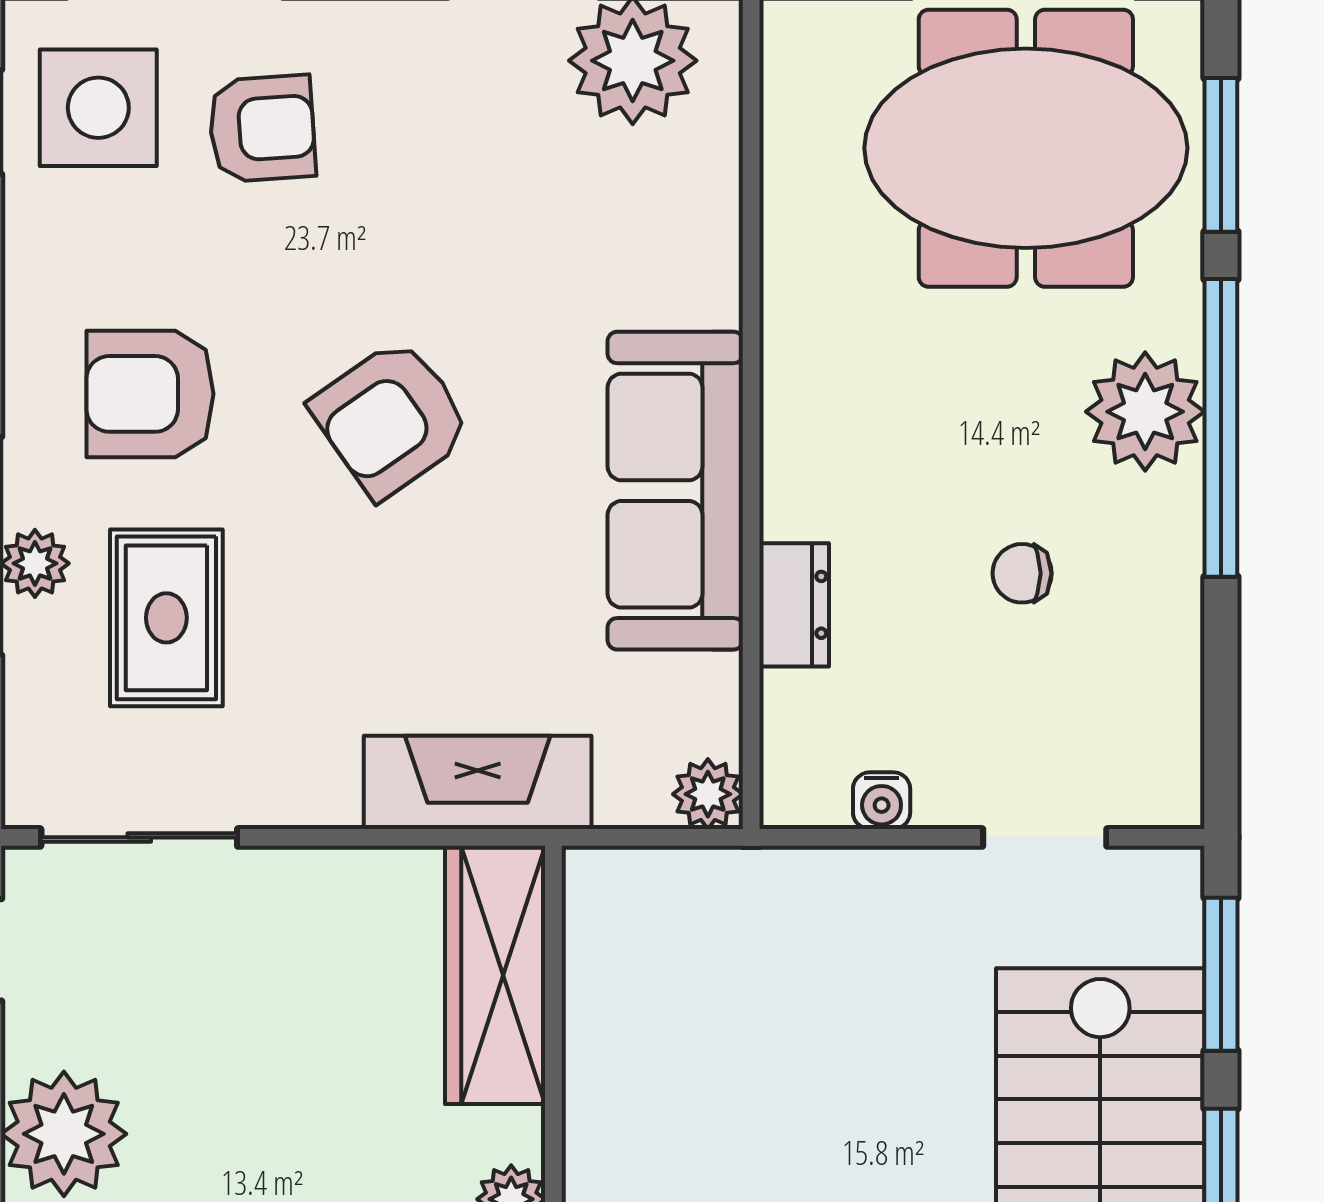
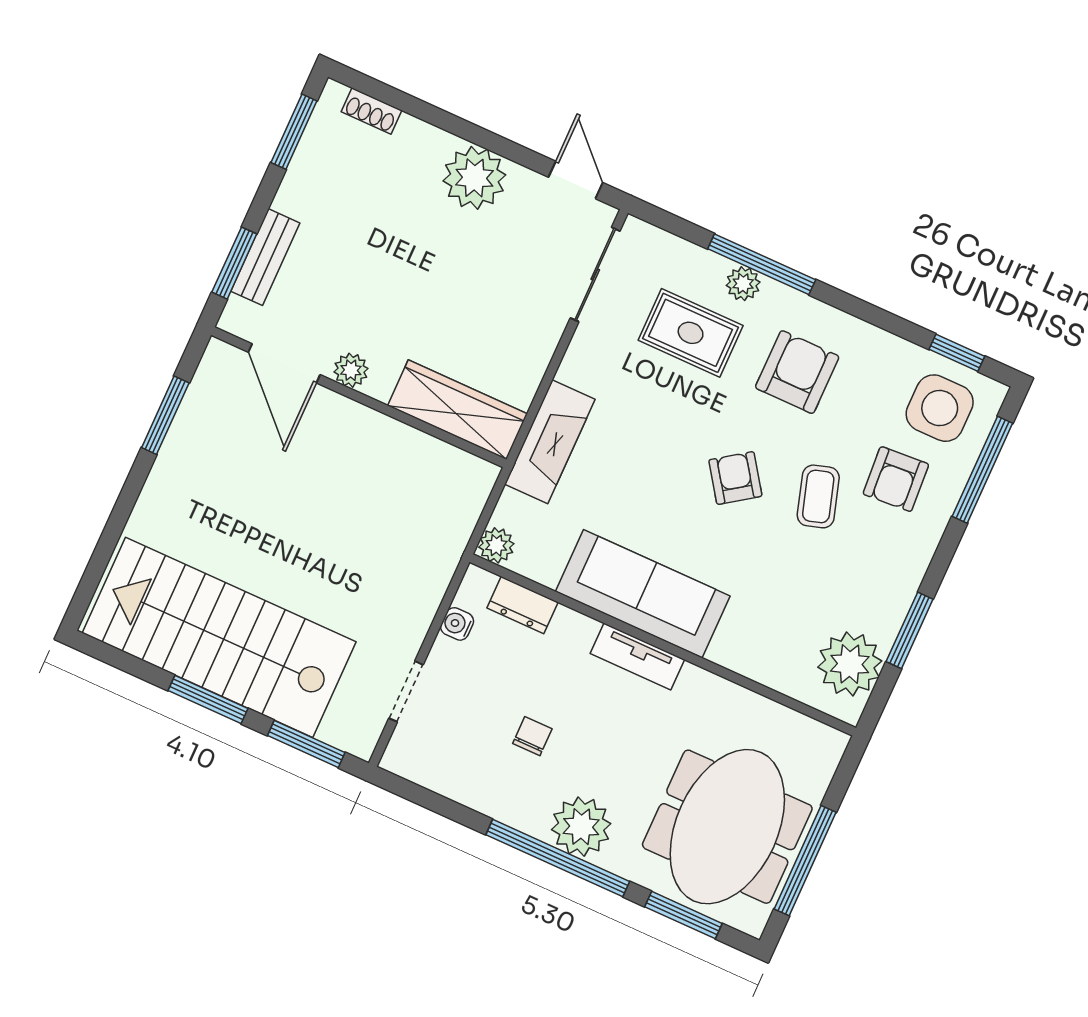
coffee table: (357, 254) -> (818, 496), added
armchair: (391, 419) -> (735, 478), width x0.72, depth x0.72
tv unit: (793, 449) -> (637, 657), added
dresser: (794, 605) -> (522, 605), moved

